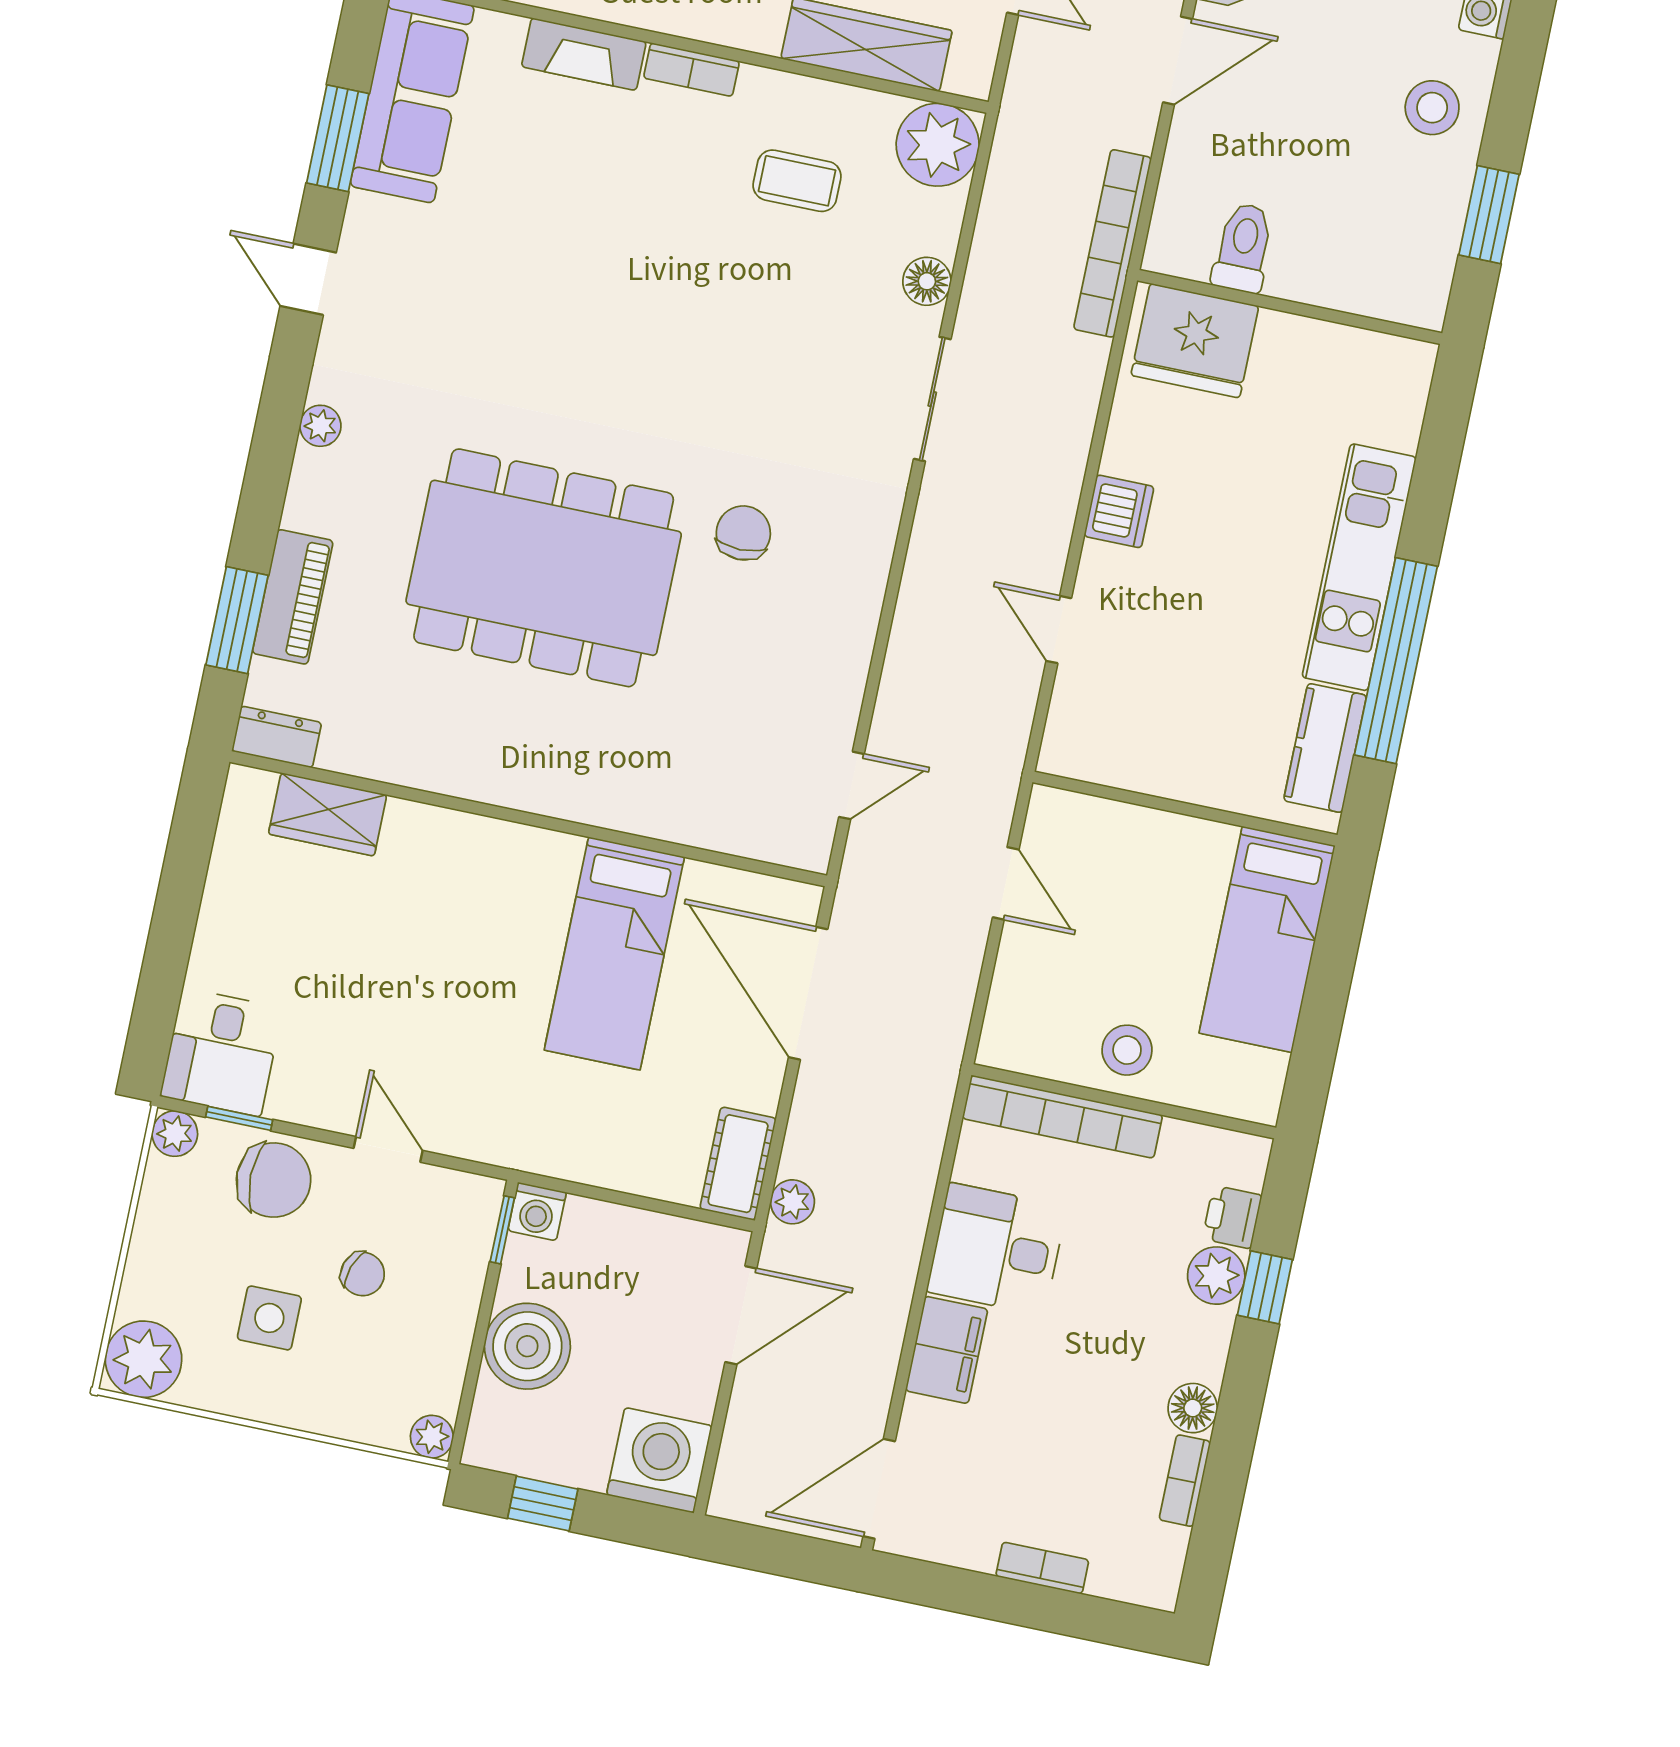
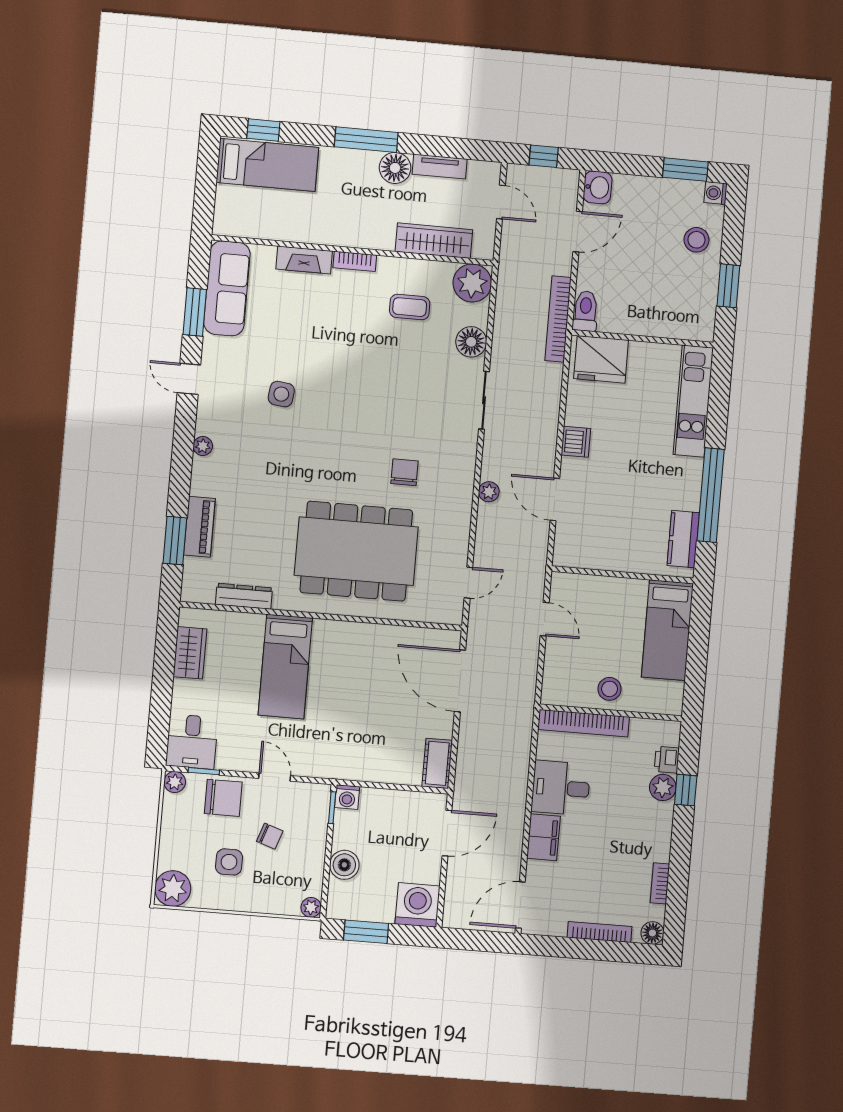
toilet: (1243, 248) -> (585, 311), moved
floor lamp: (927, 281) -> (471, 342), width x1.38, depth x1.38
side table: (501, 335) -> (281, 394), added
kitchen unit: (1359, 567) -> (693, 401), moved
dining table: (544, 568) -> (356, 551), moved
door: (1059, 630) -> (555, 499), width x1.38
dresser: (277, 737) -> (244, 596), moved, width x1.44
wardrobe: (328, 814) -> (190, 653), moved, turned -90
bed: (614, 953) -> (285, 667), moved
plant: (792, 1202) -> (489, 492), moved
boiler: (527, 1346) -> (344, 865), width x0.73, depth x0.73
floor lamp: (1193, 1408) -> (652, 933), moved
window: (543, 1504) -> (366, 932), width x1.50
bookcase: (1042, 1568) -> (600, 932), width x1.56

